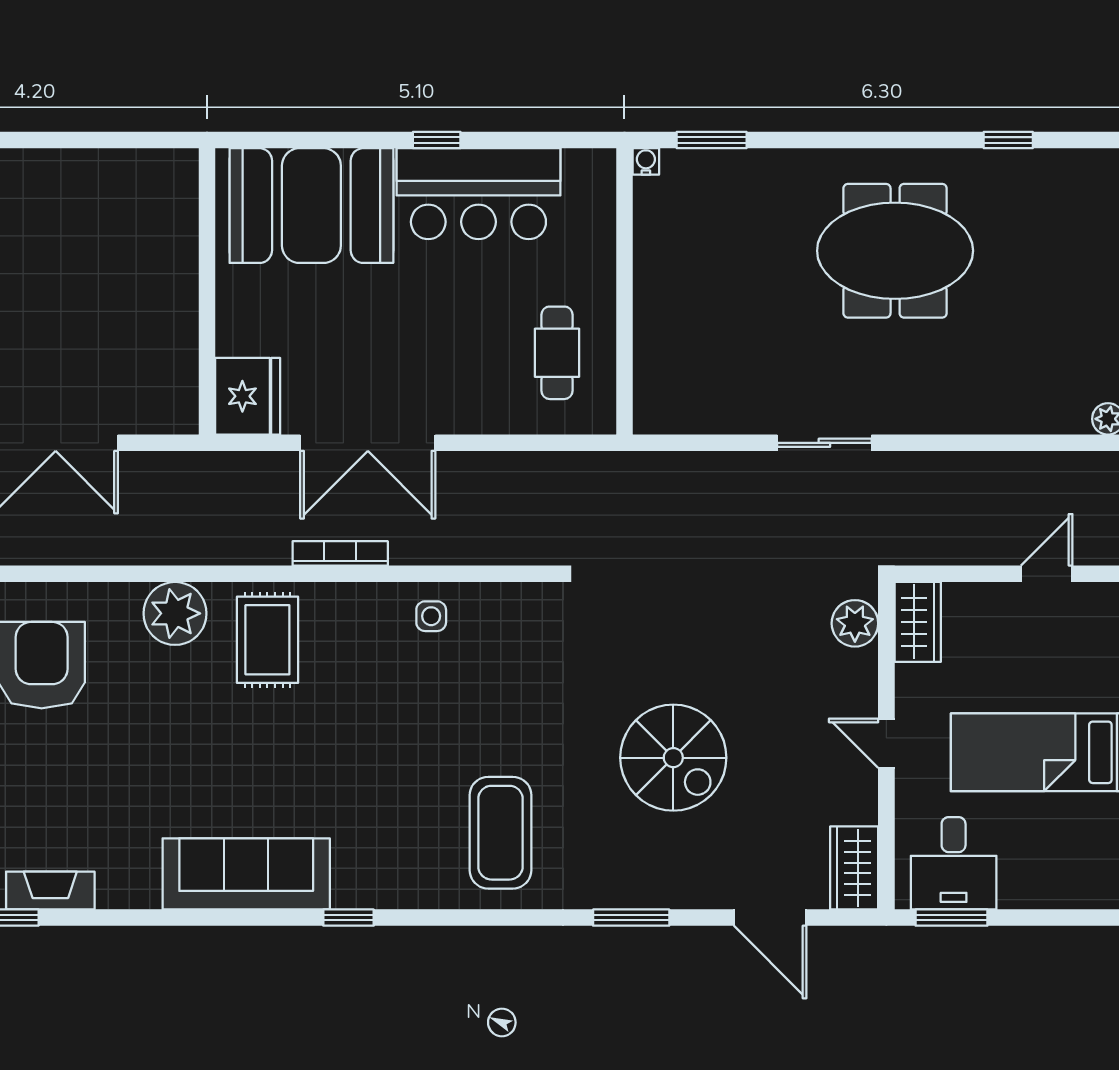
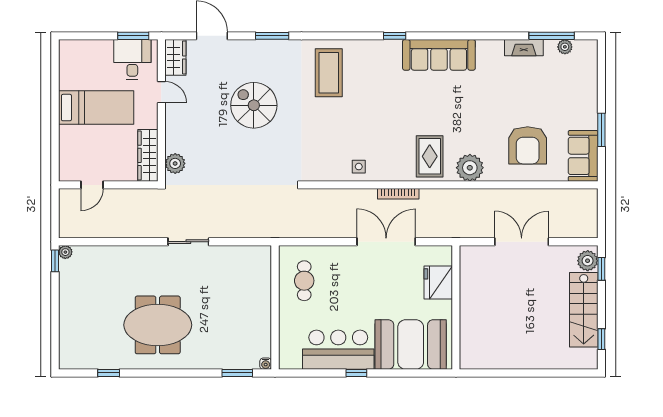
fridge: (248, 396) -> (438, 283), moved
wardrobe: (918, 622) -> (148, 155), width x1.50
door: (886, 743) -> (161, 92), moved

